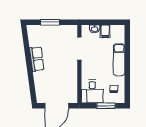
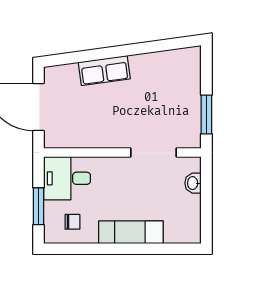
window: (50, 22) -> (206, 114), moved
filing cabinet: (105, 31) -> (188, 204), removed
row of seats: (37, 59) -> (104, 70), moved

